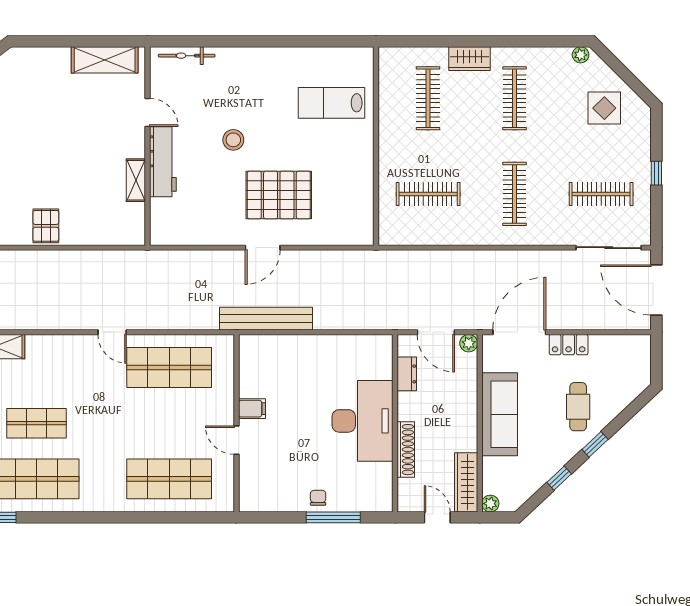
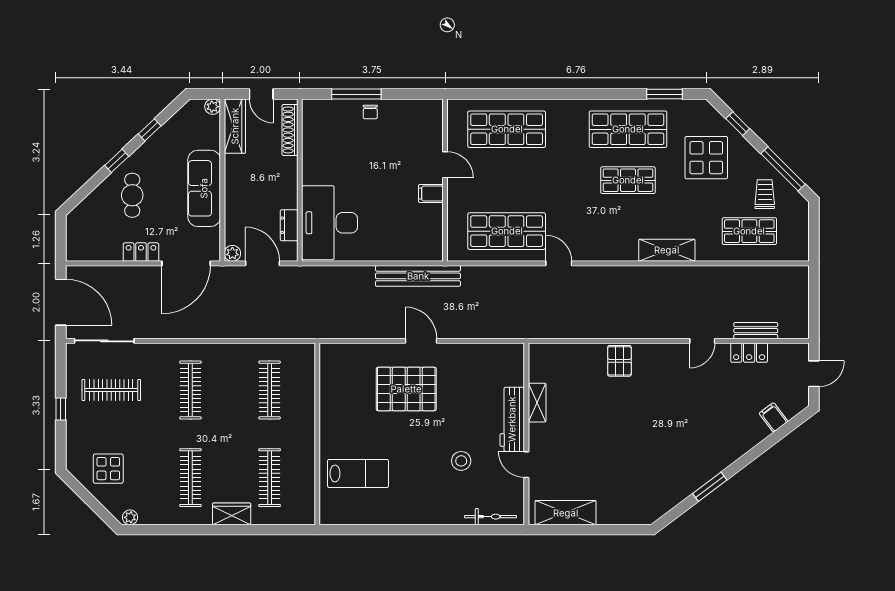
stool: (233, 140) -> (461, 461), moved
clothes rail: (428, 194) -> (270, 390), turned 90
door: (263, 248) -> (421, 341), hinge flipped
desk: (363, 421) -> (330, 223), moved
shoe rack: (406, 450) -> (290, 130), moved

